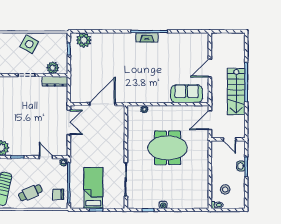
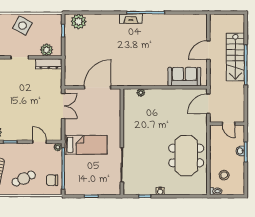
fireplace: (147, 37) -> (131, 19), moved
stairs: (236, 92) -> (235, 57), moved
meeting table: (168, 148) -> (186, 155), moved, turned 90
bed: (93, 188) -> (86, 145), moved, turned 90

